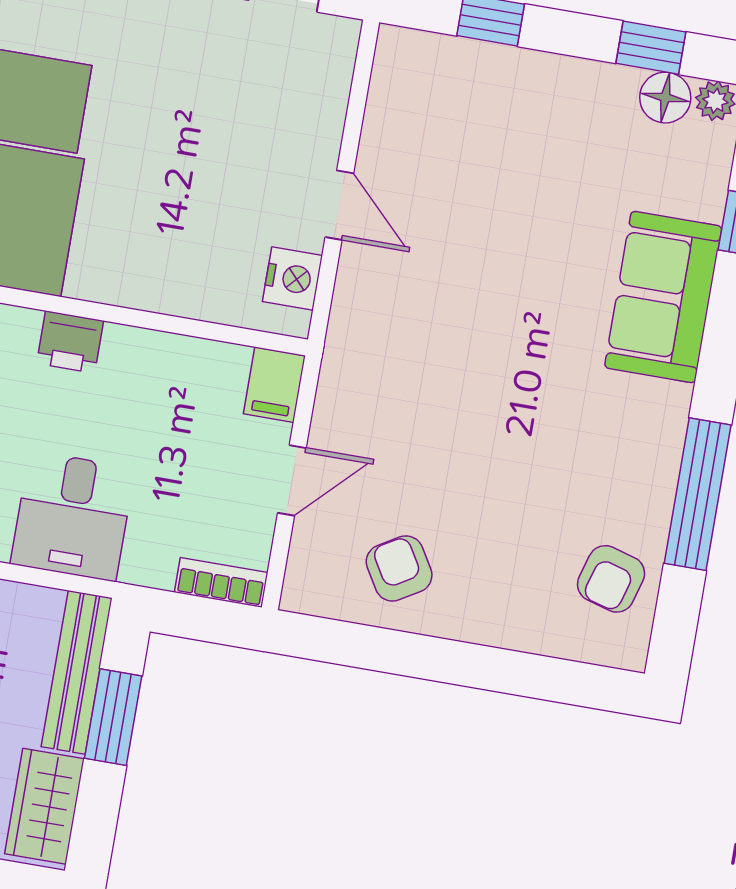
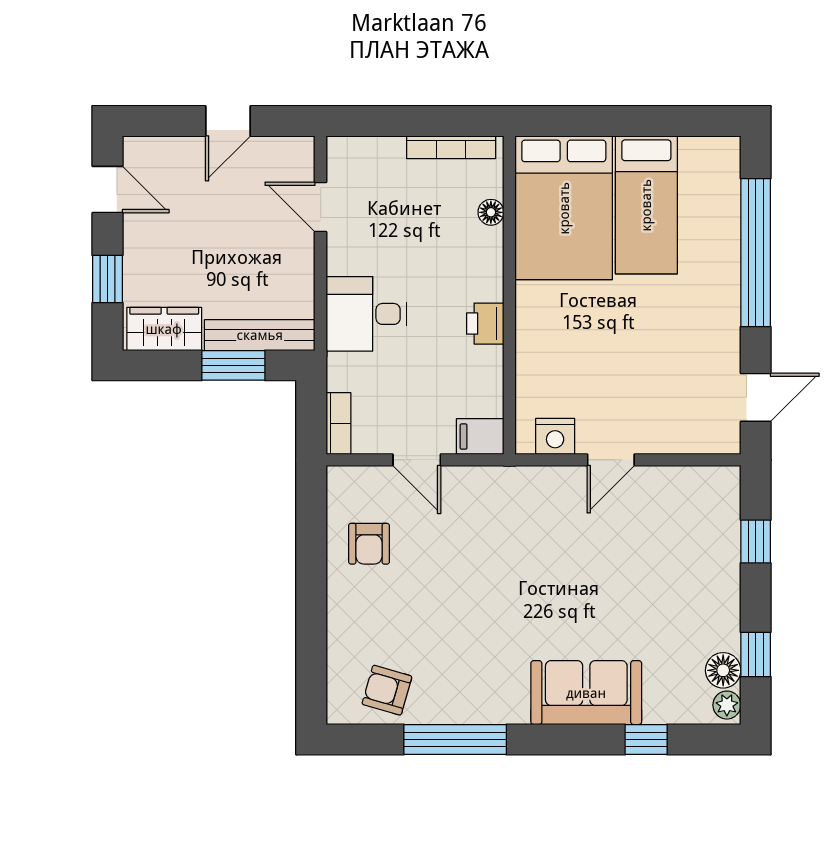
printer: (70, 342) -> (485, 324), moved
armchair: (399, 568) -> (369, 544), turned 121

